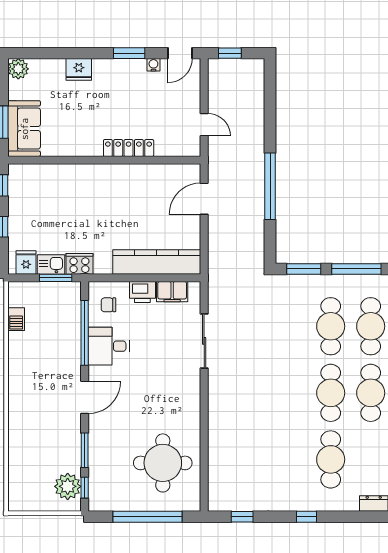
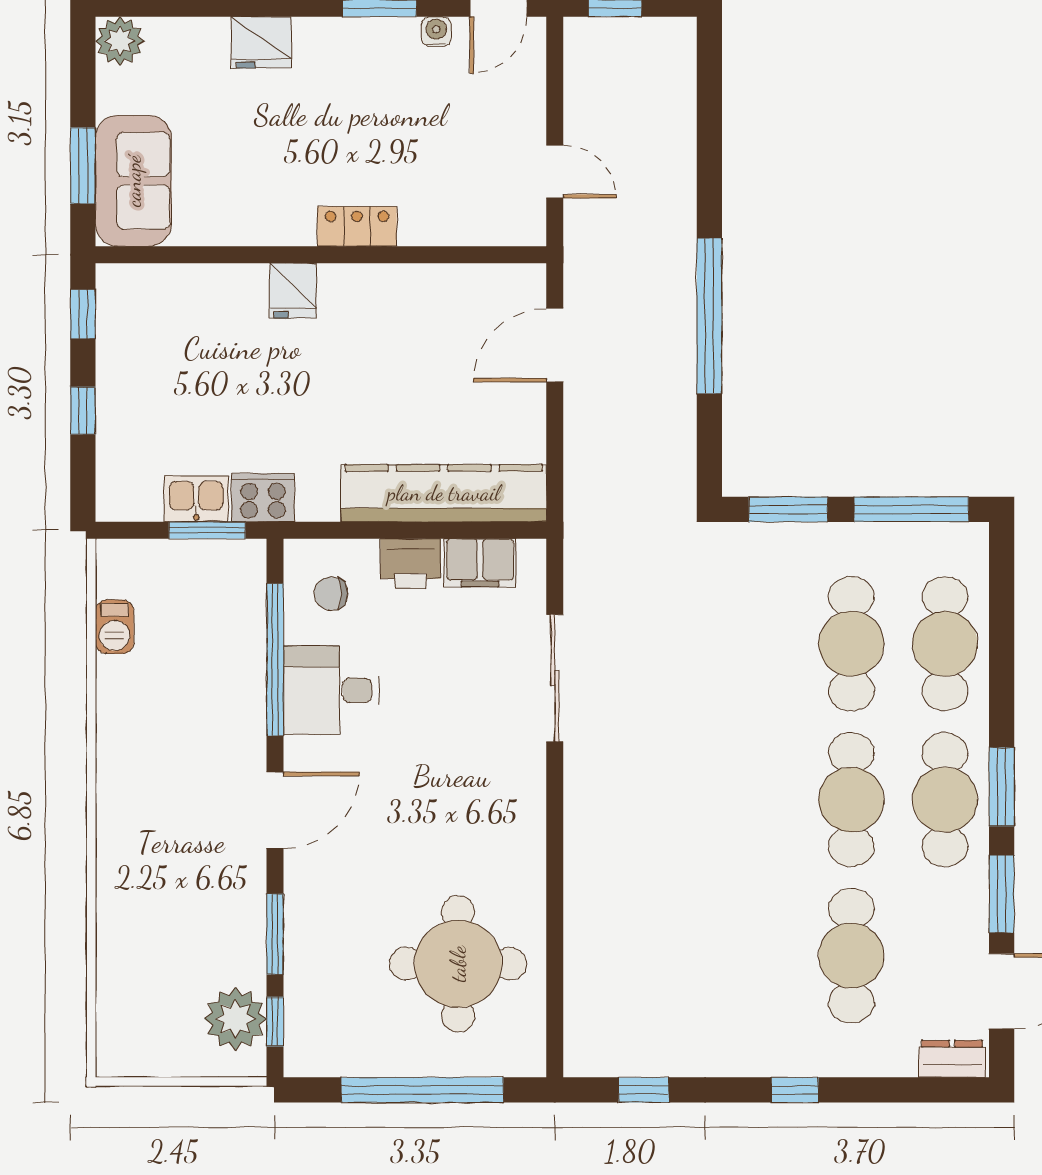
locker: (129, 148) -> (357, 226), width x0.66
fridge: (26, 263) -> (293, 291), moved, turned 180

